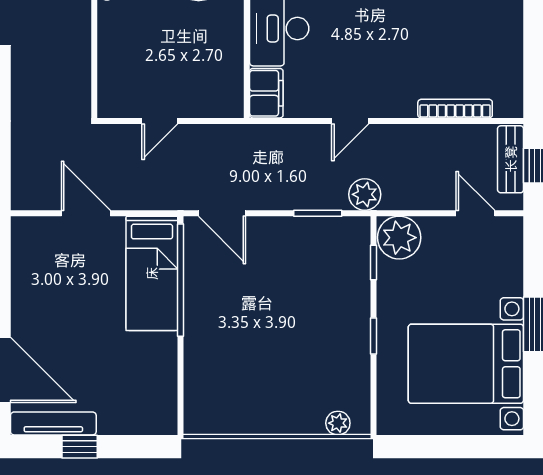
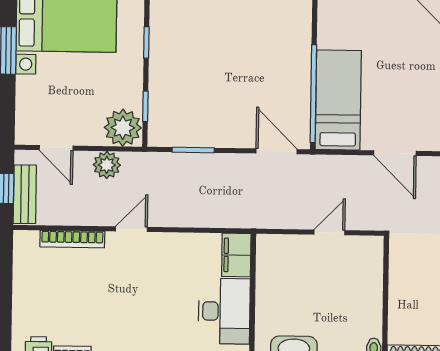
door: (350, 121) -> (131, 229), moved
plant: (365, 194) -> (107, 165), moved

